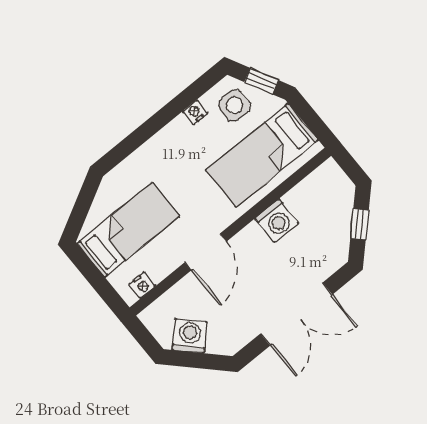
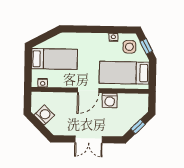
door: (206, 252) -> (88, 90), moved
double door: (296, 314) -> (89, 139), width x0.73

